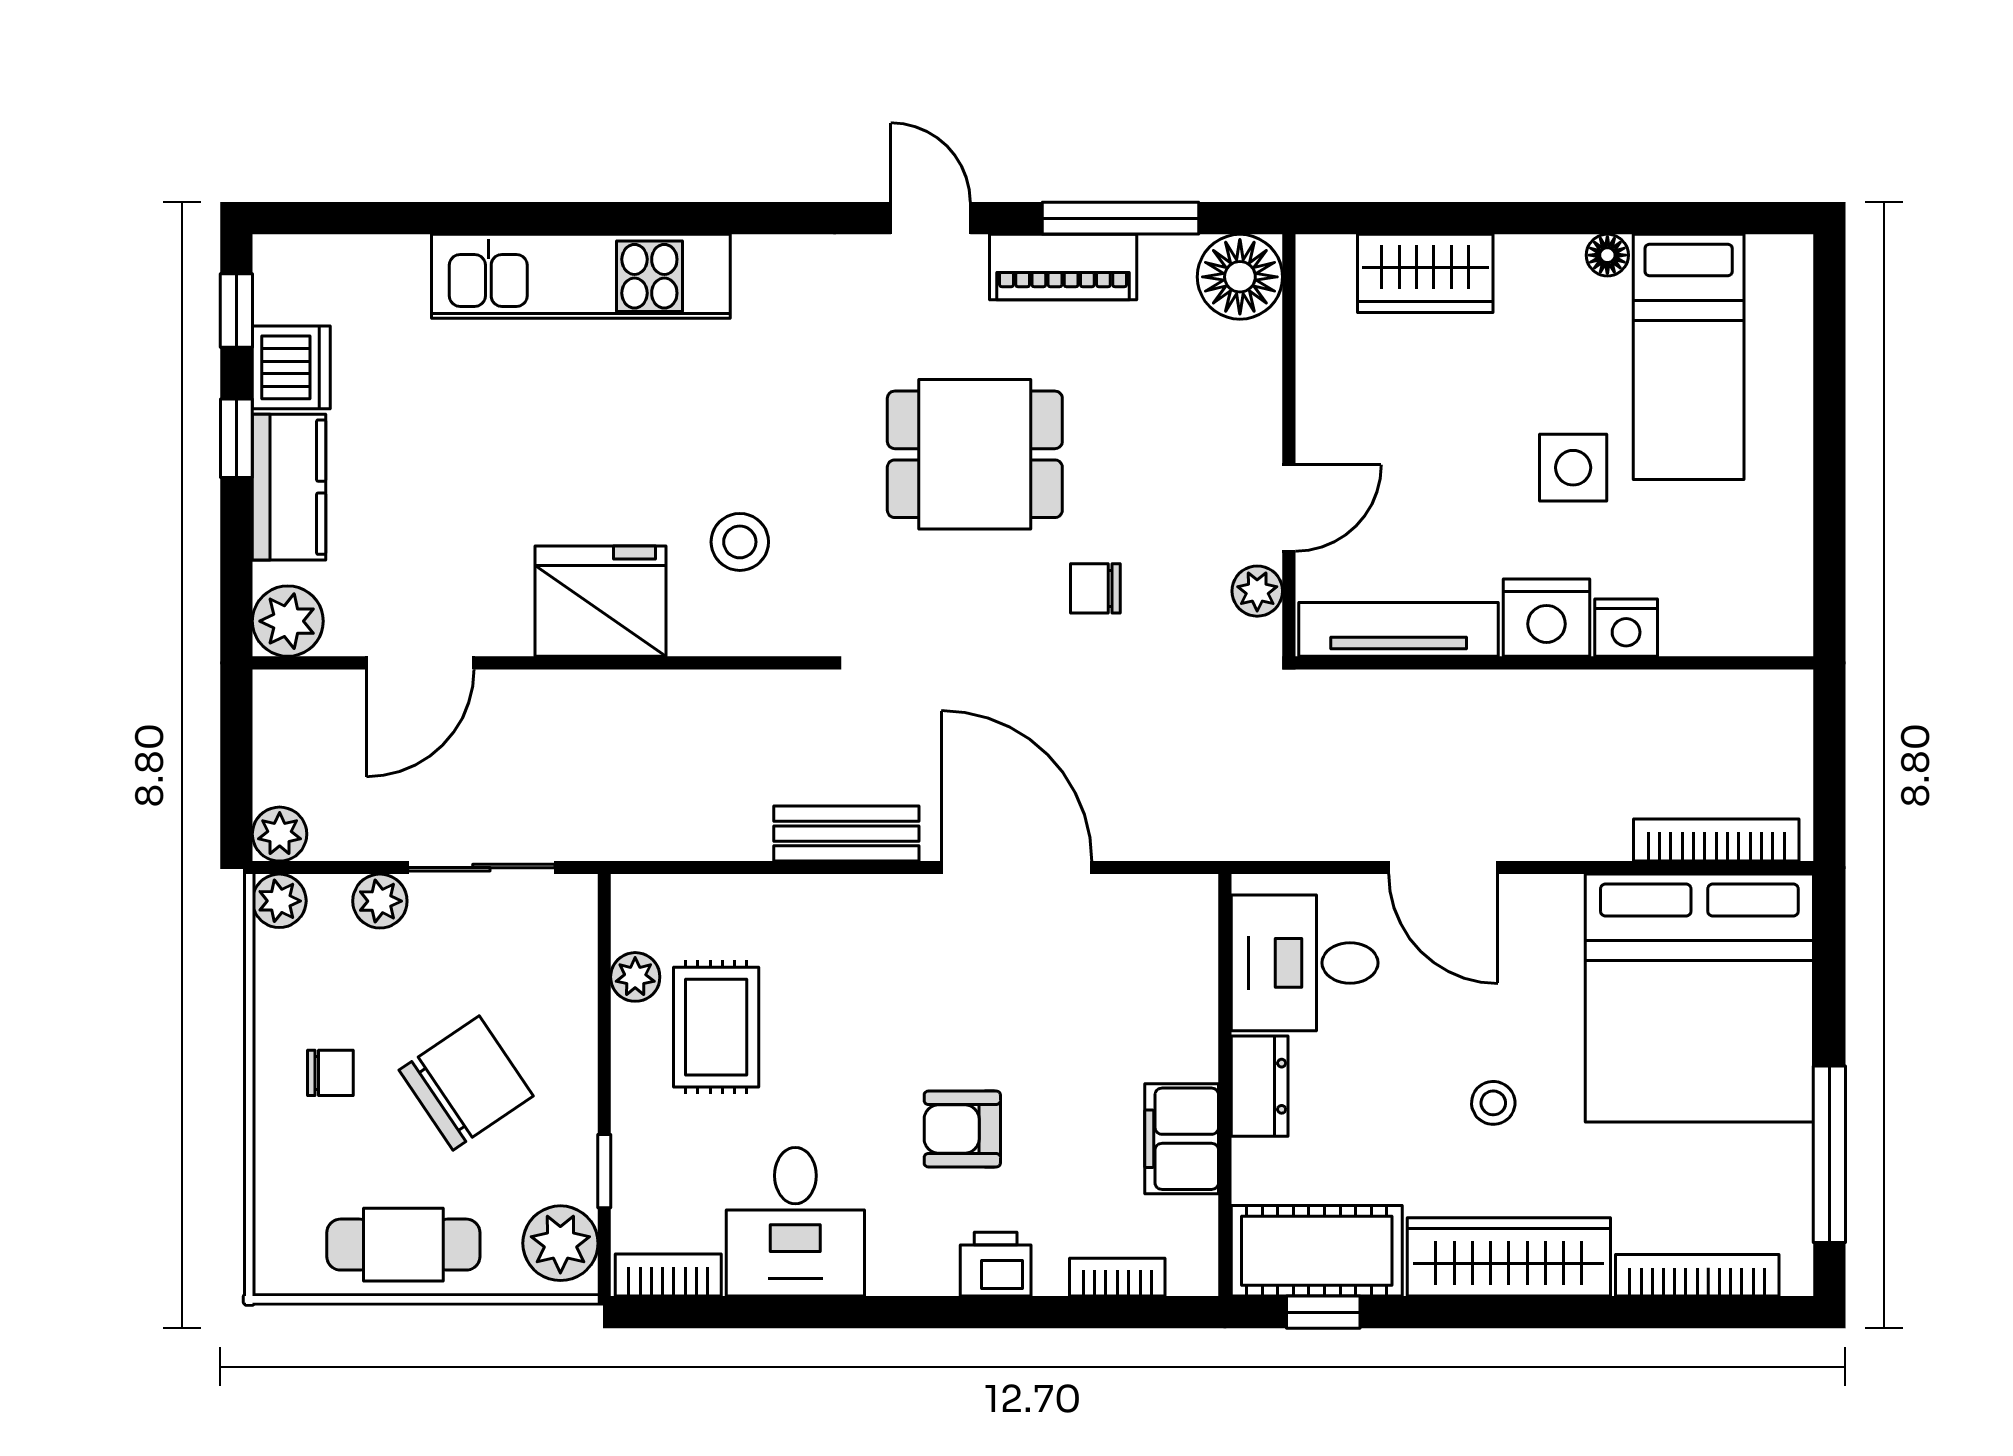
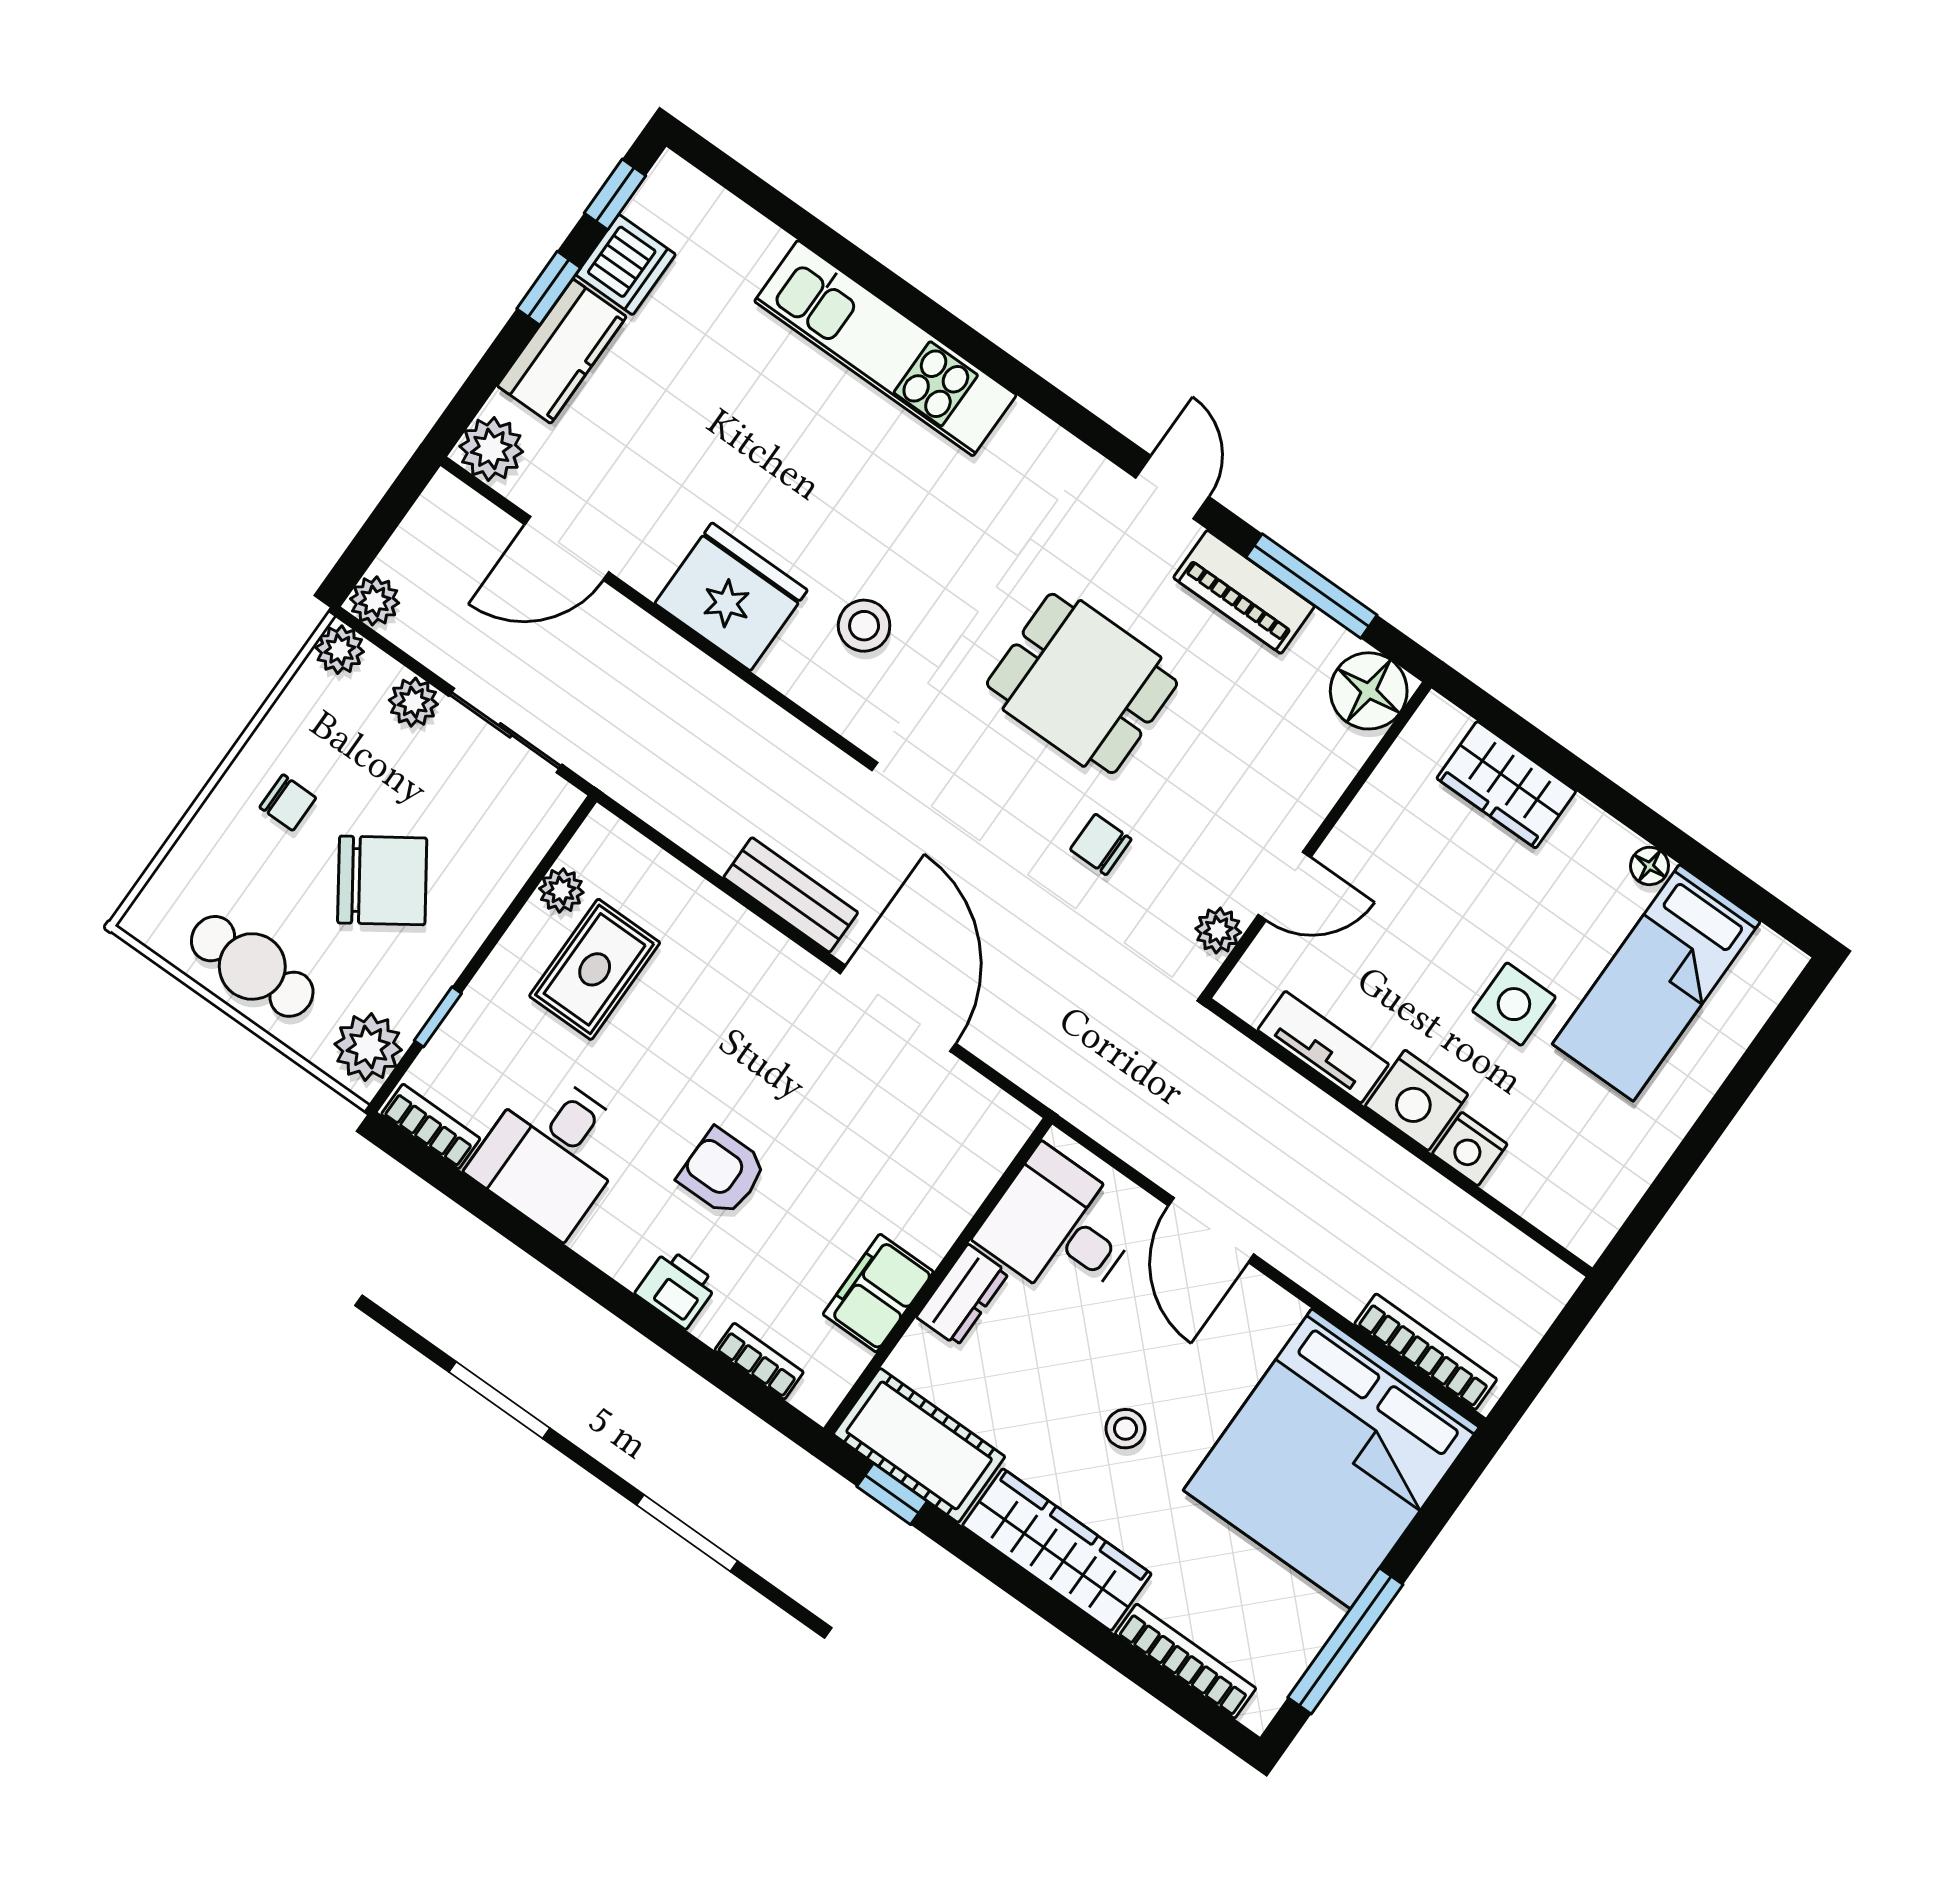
tv unit: (1399, 629) -> (1323, 1047), width x0.71

